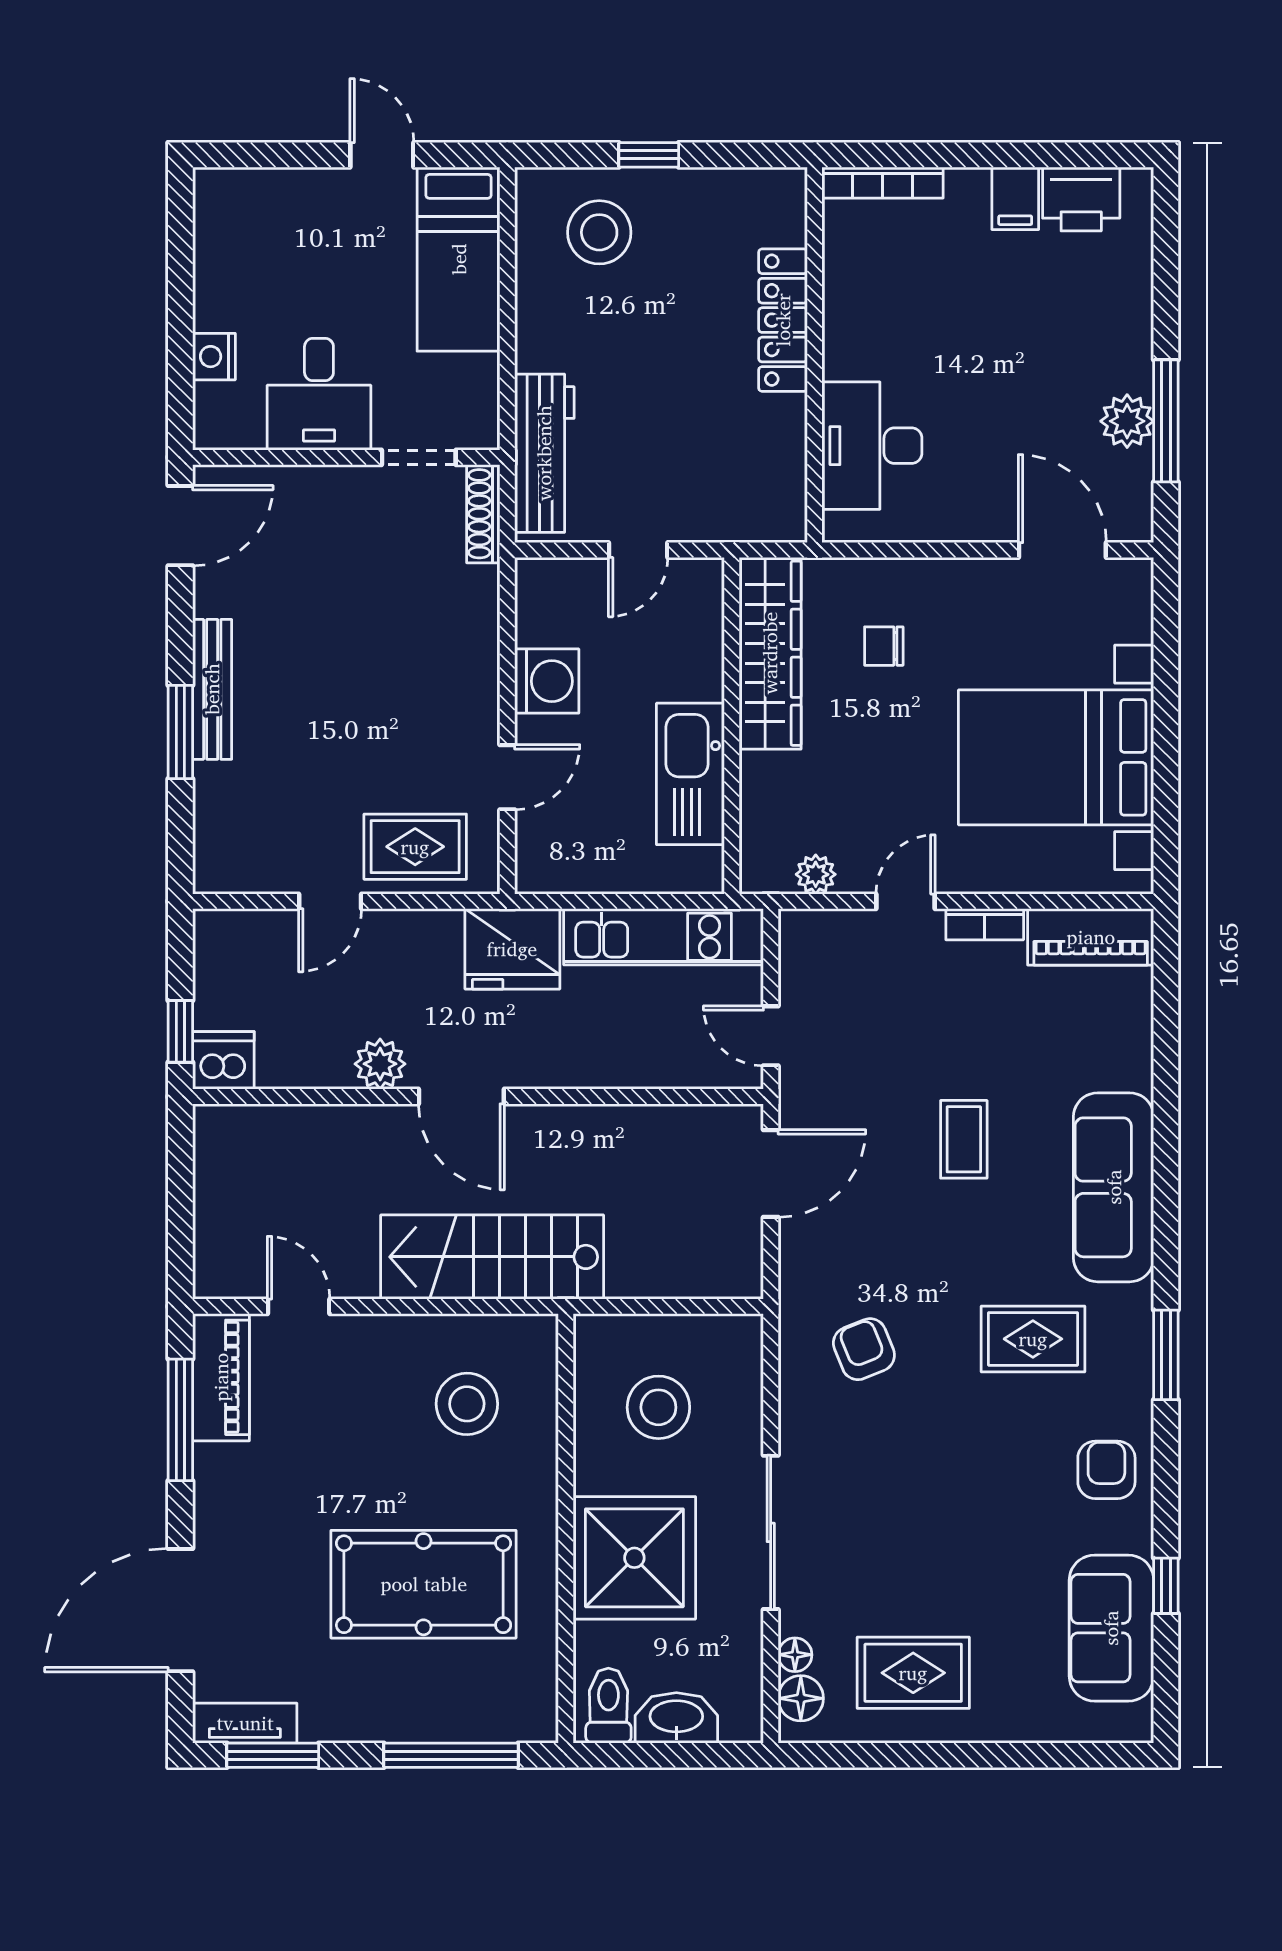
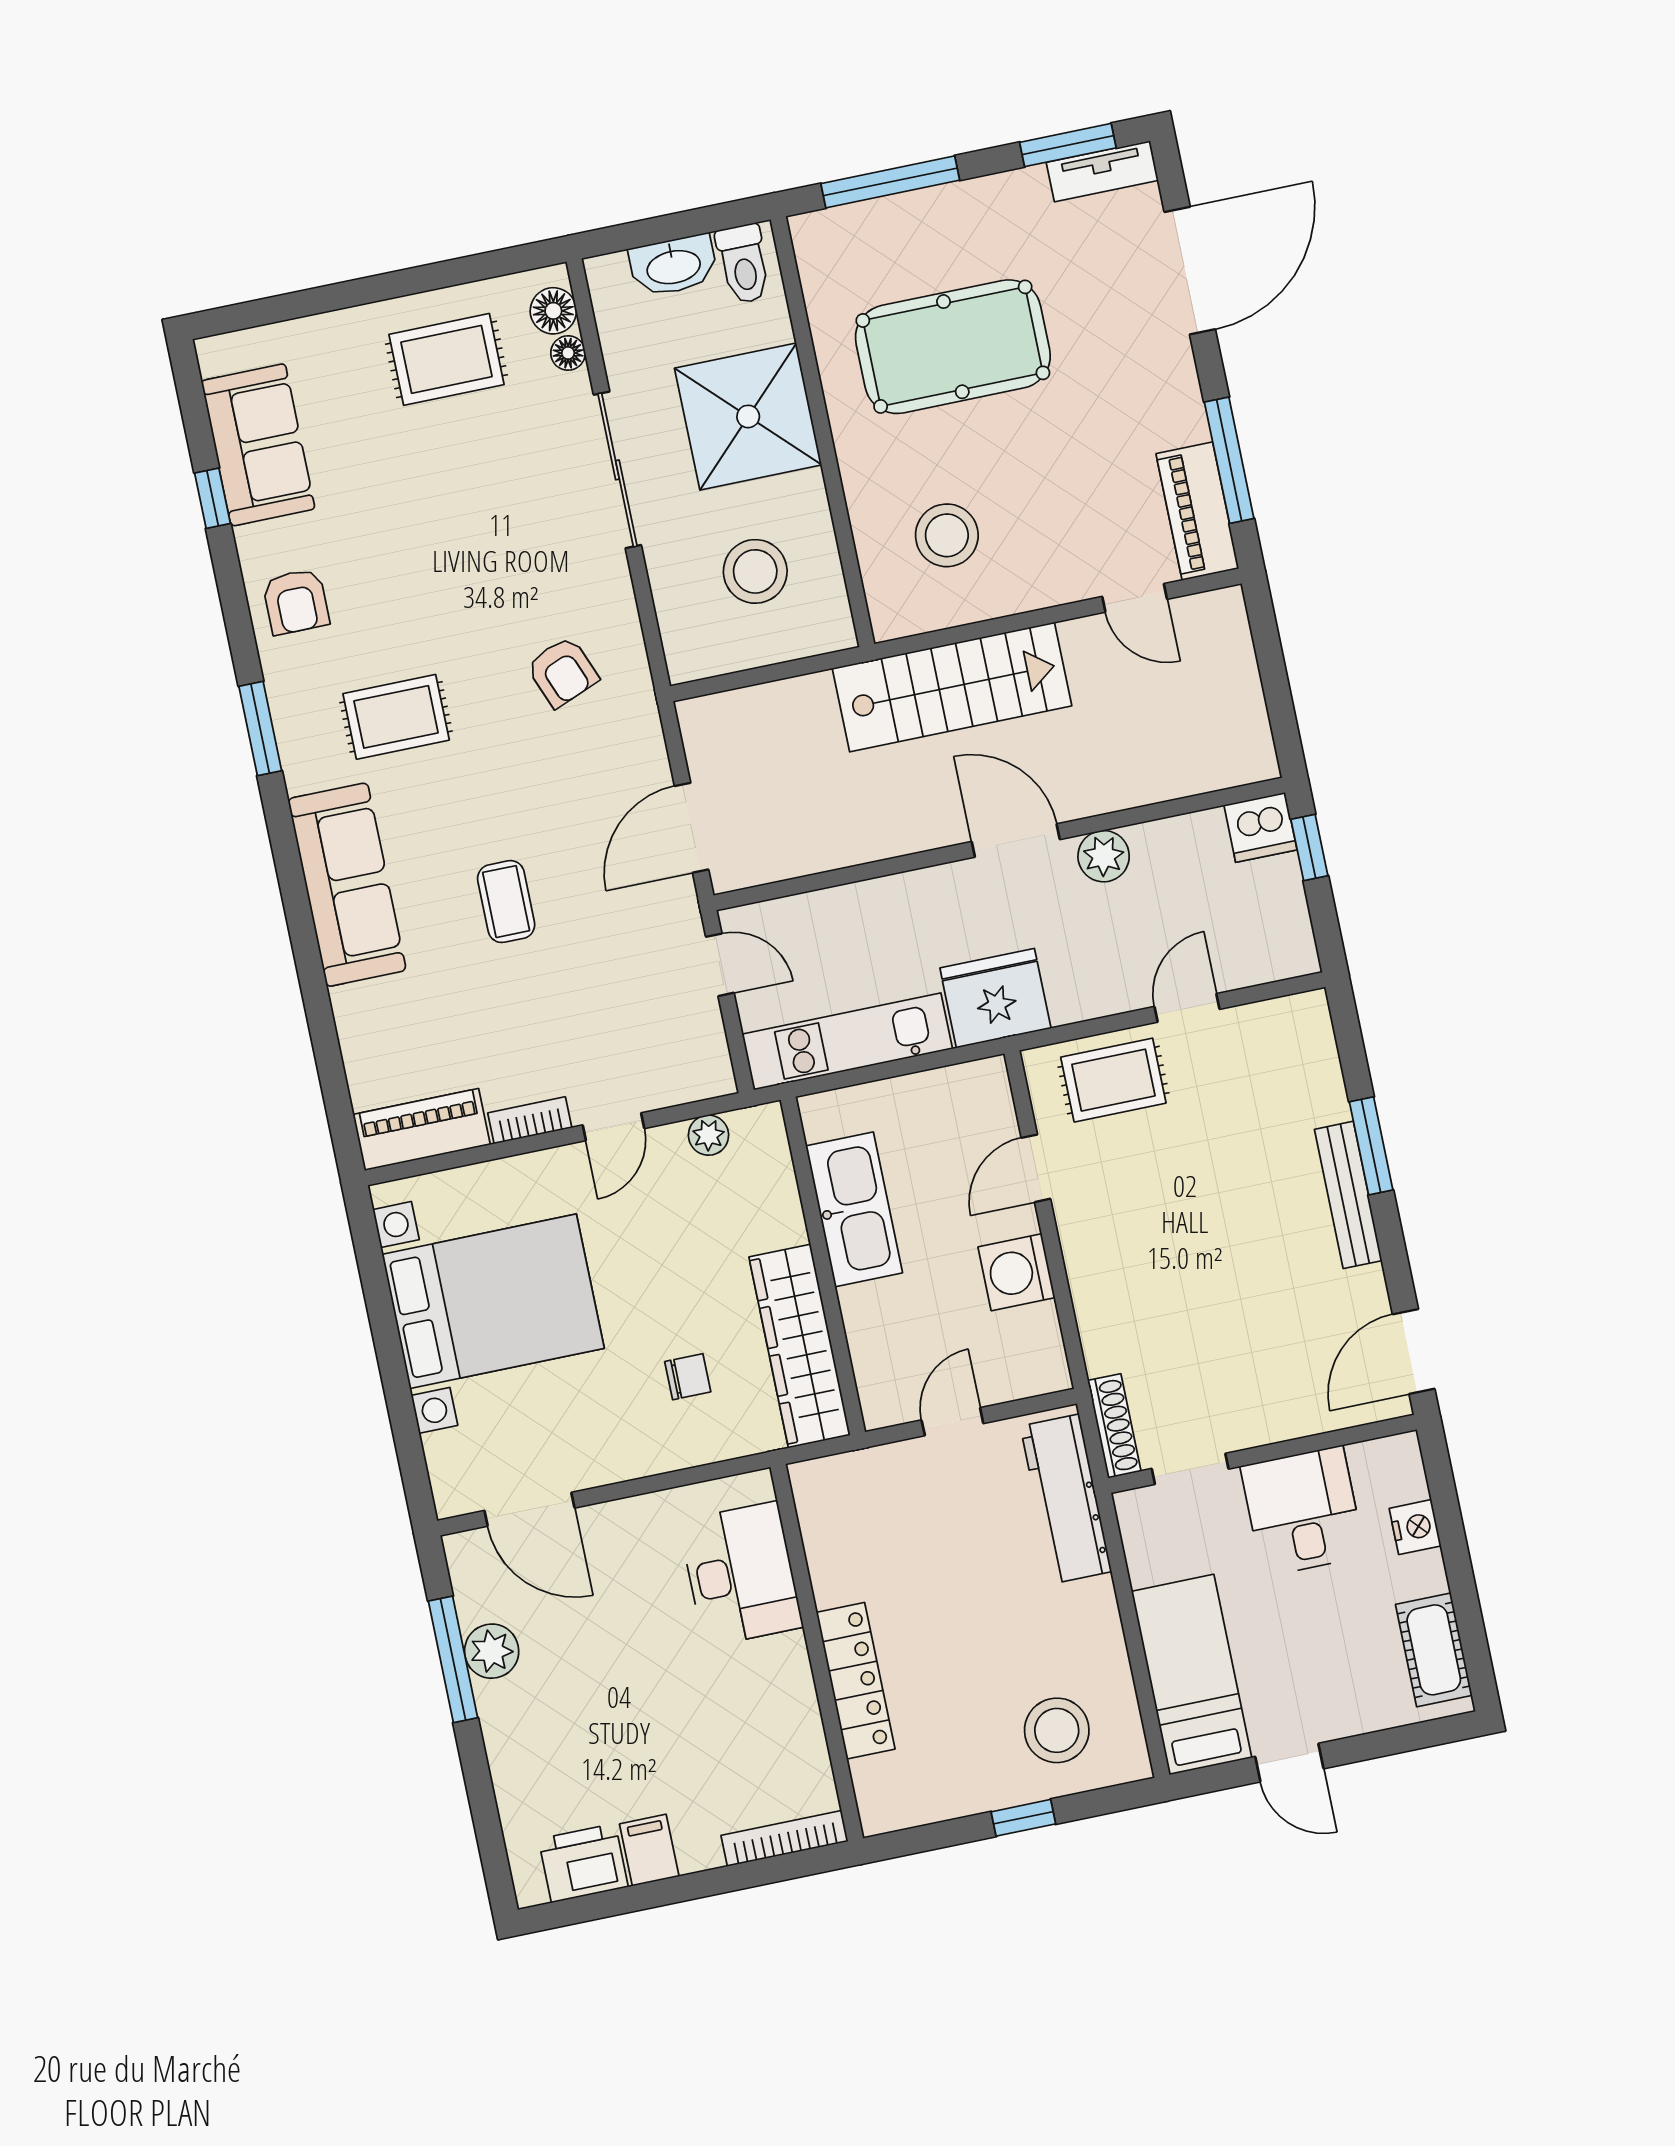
cot: (220, 235) -> (1434, 1650), added

